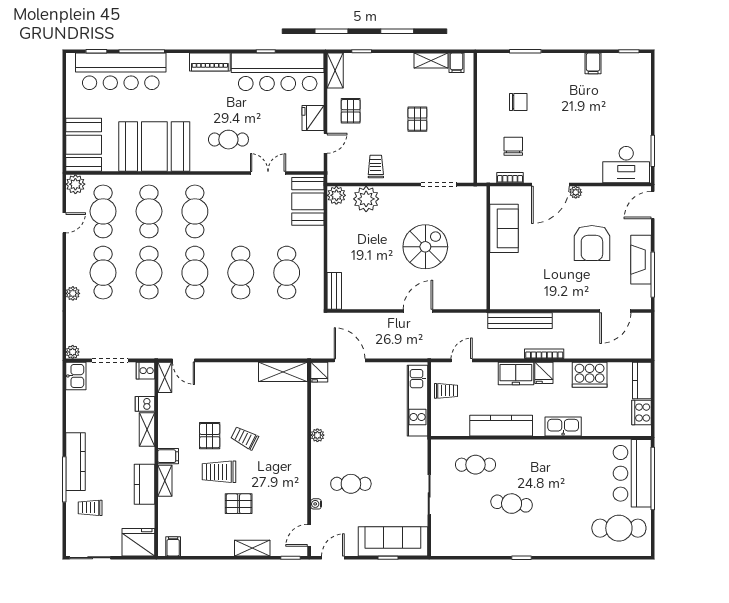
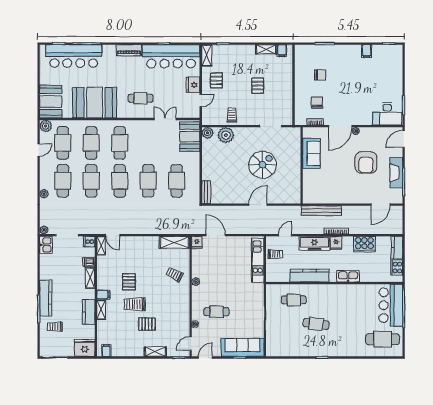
freezer: (516, 373) -> (314, 243), width x1.40
trolley: (245, 438) -> (174, 274), moved

